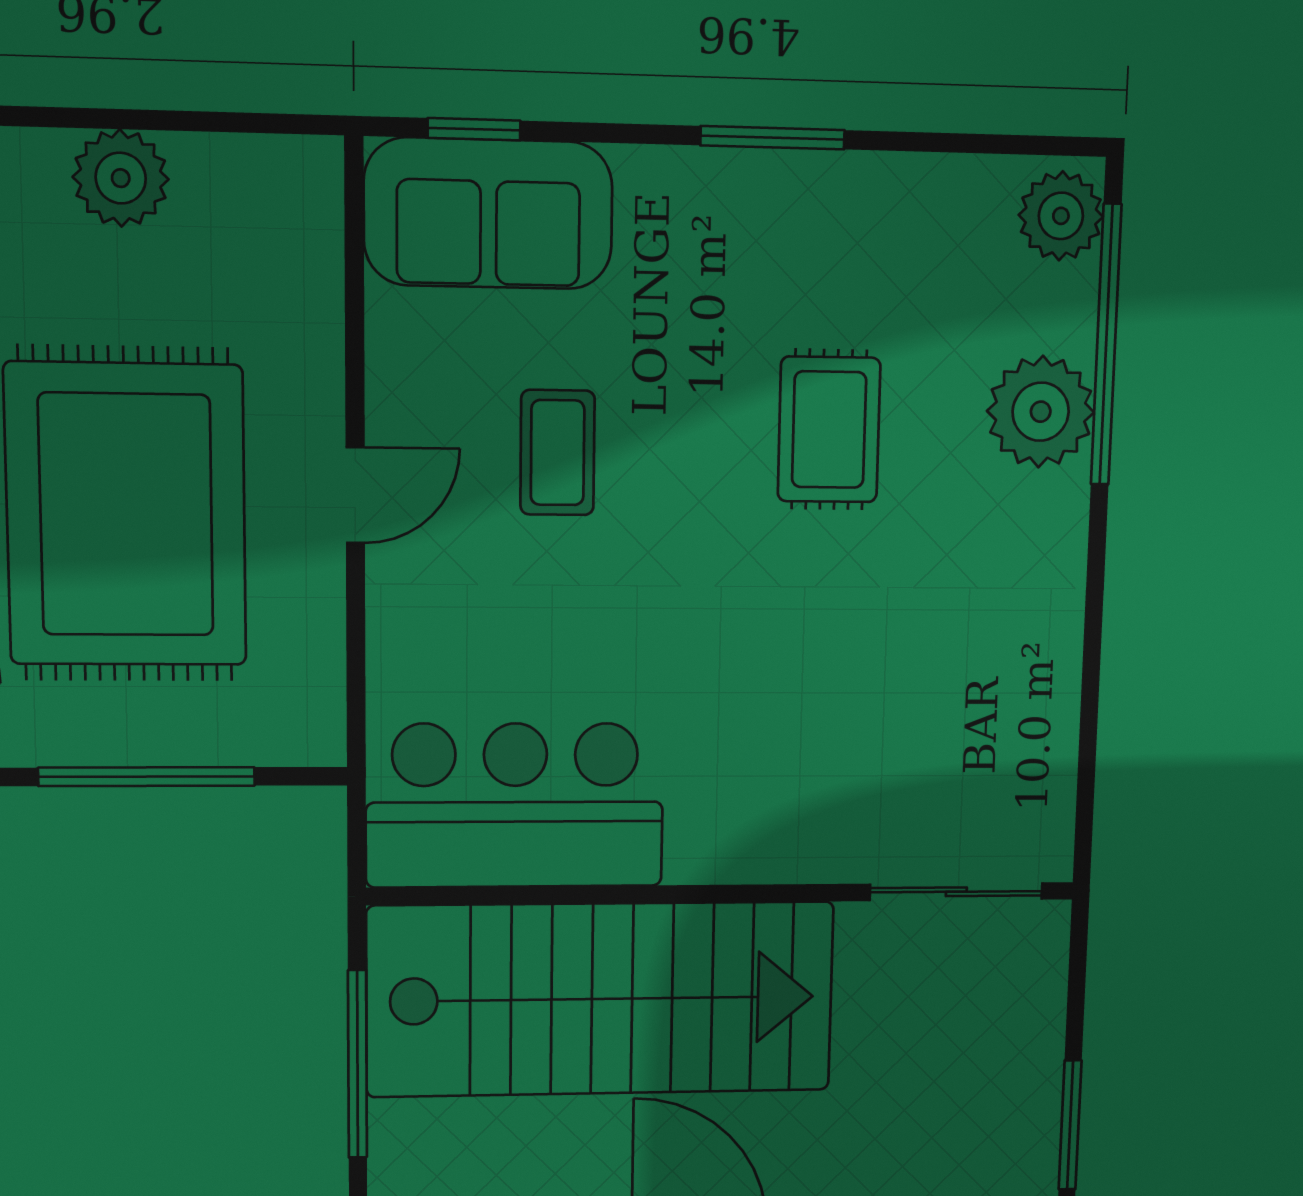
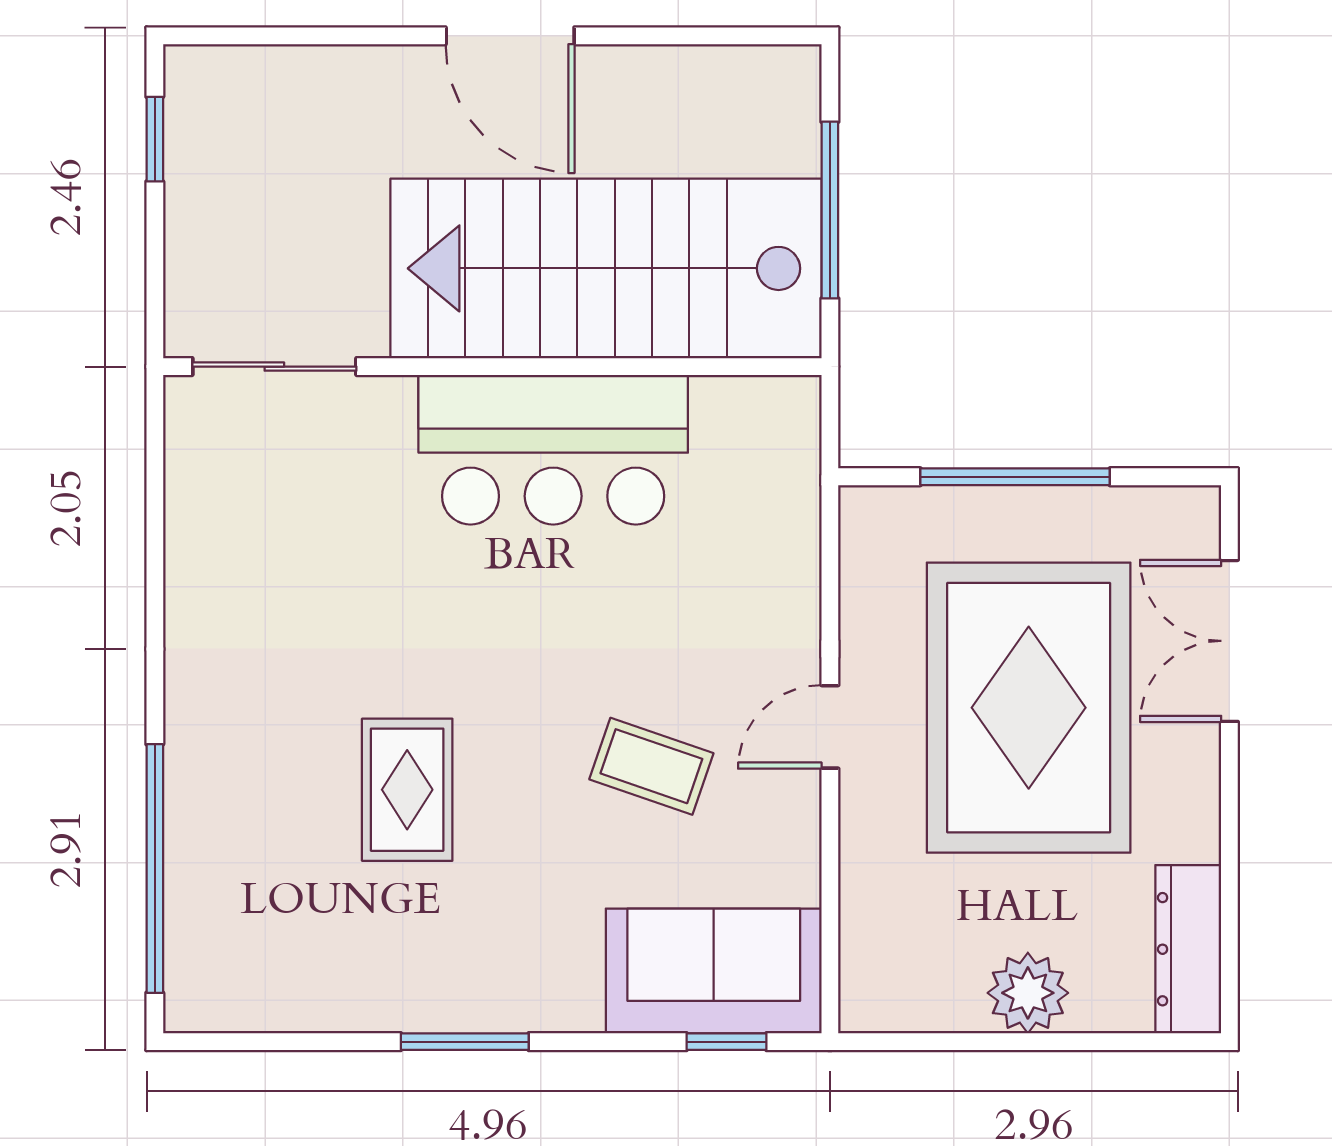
plant: (1061, 216) -> (202, 981), removed
plant: (1041, 412) -> (213, 808), removed
coffee table: (557, 453) -> (651, 766), turned -71
bar counter: (515, 805) -> (553, 450), moved
window: (1070, 1125) -> (155, 139), width x0.67

